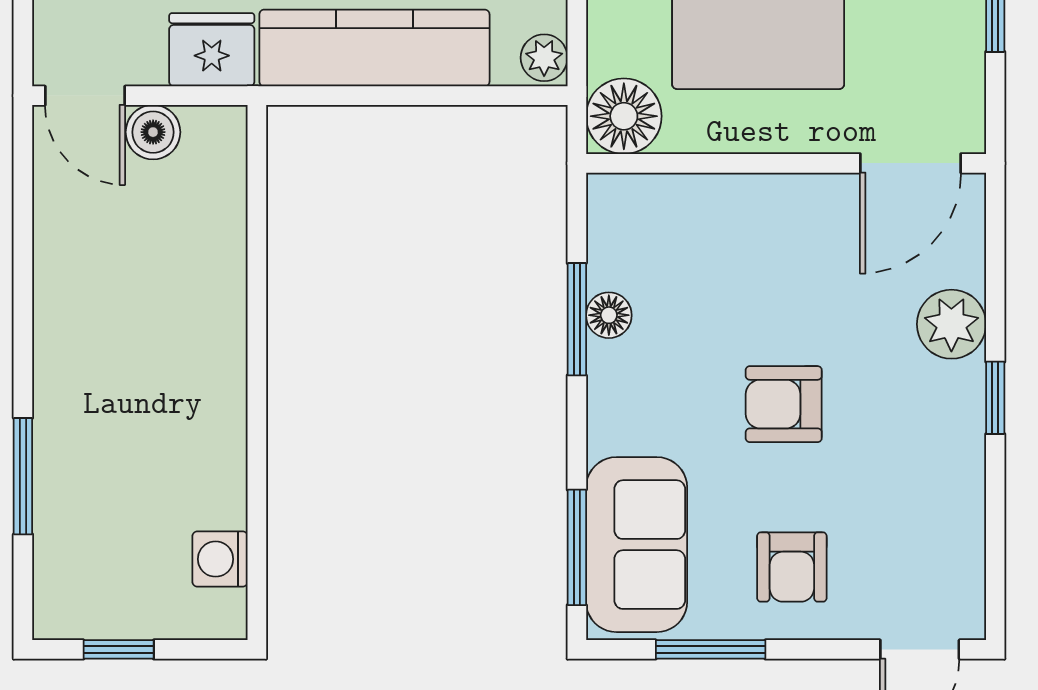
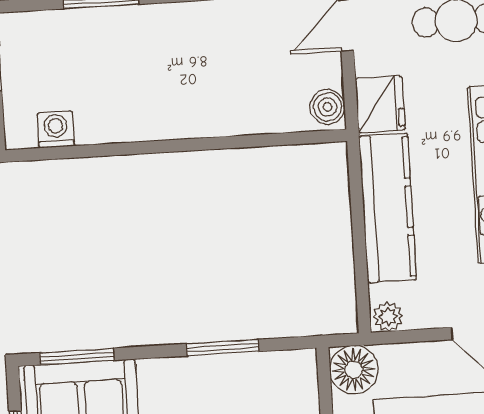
boiler: (153, 132) -> (328, 107), moved
floor lamp: (609, 315) -> (226, 368), removed

